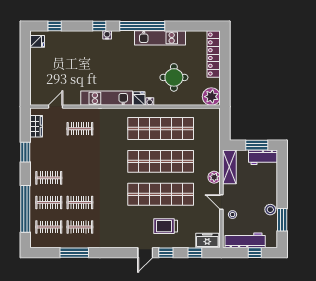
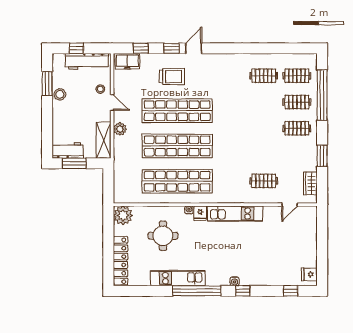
clothes rail: (80, 202) -> (264, 102), removed
window: (74, 253) -> (270, 48), removed

